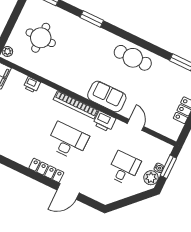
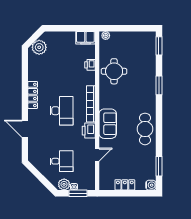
round table: (41, 38) -> (114, 71), moved
locker: (46, 170) -> (33, 95), moved

